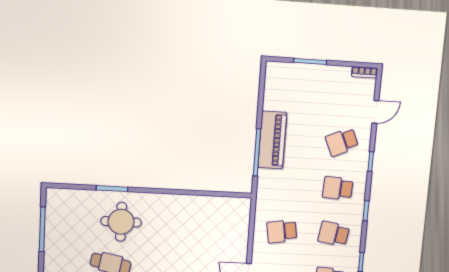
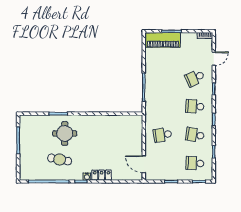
piano: (272, 140) -> (163, 40), moved, turned 90

